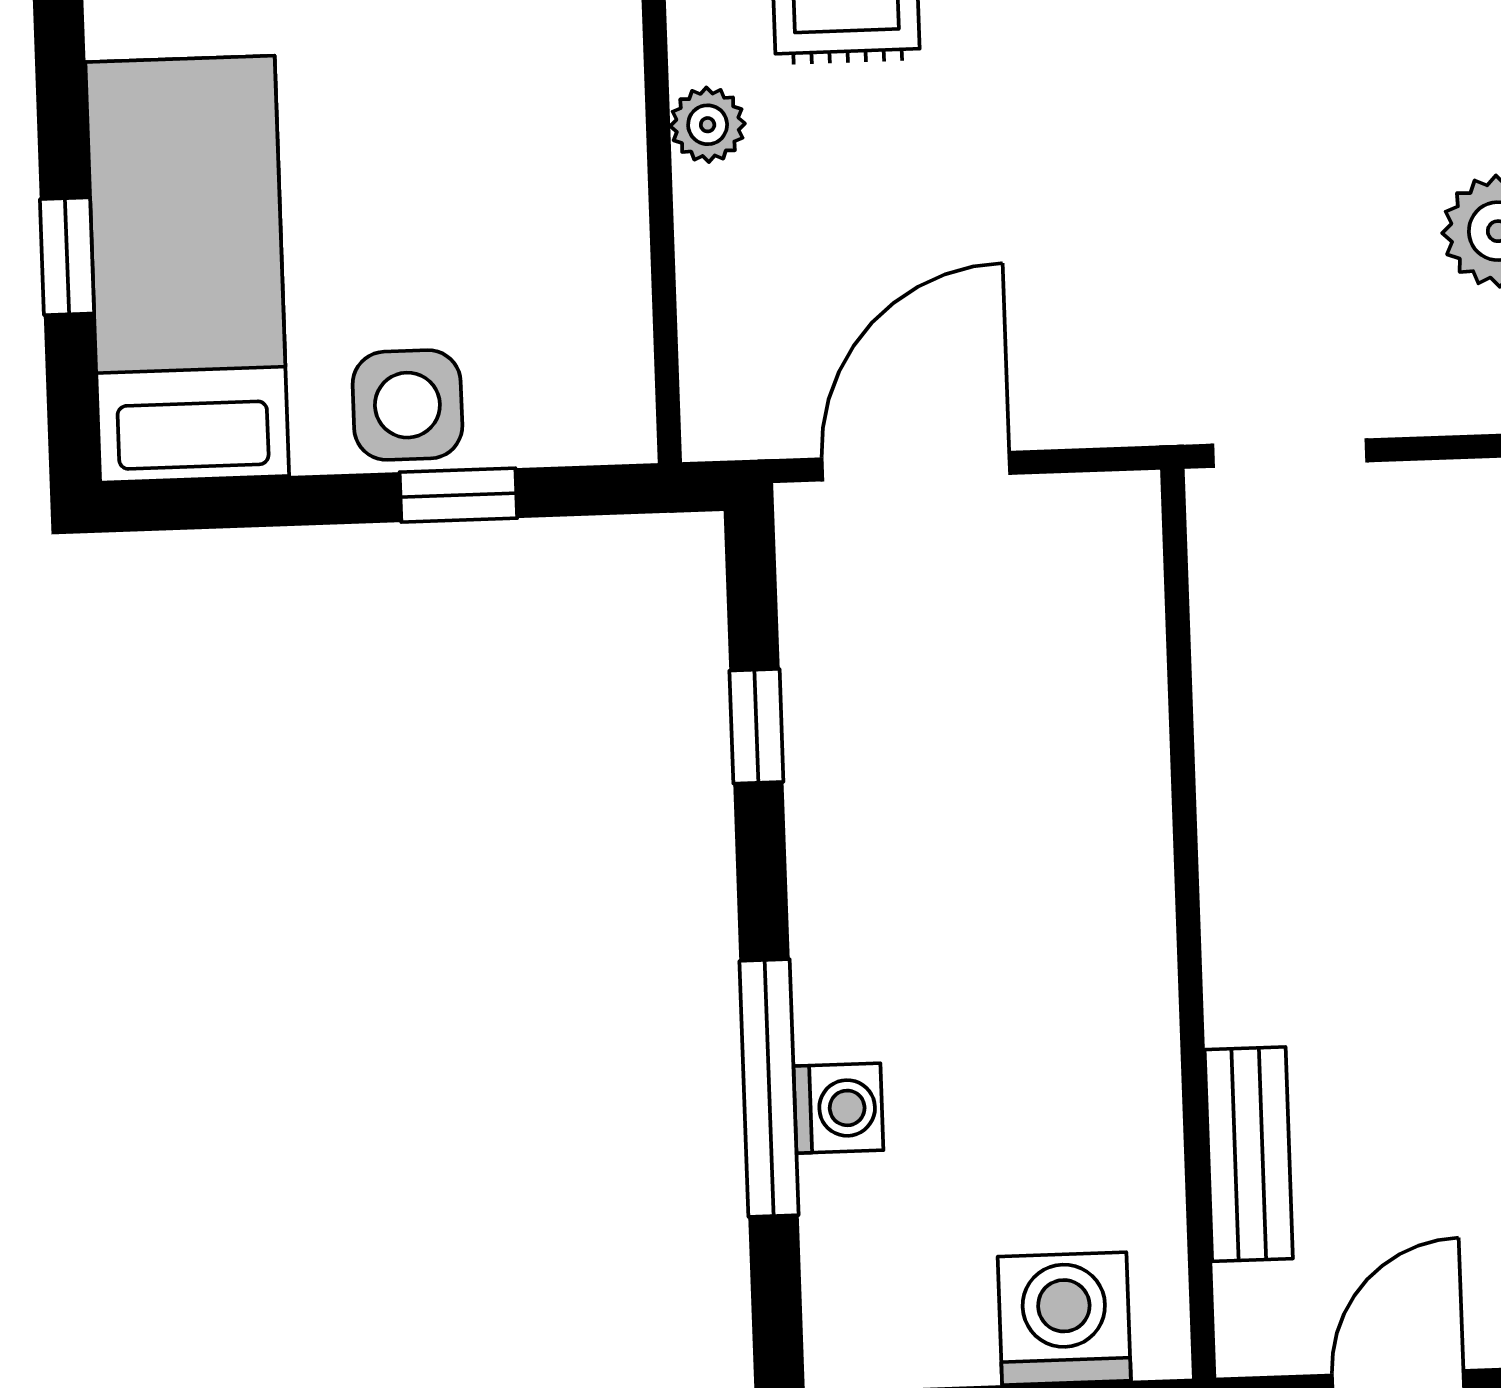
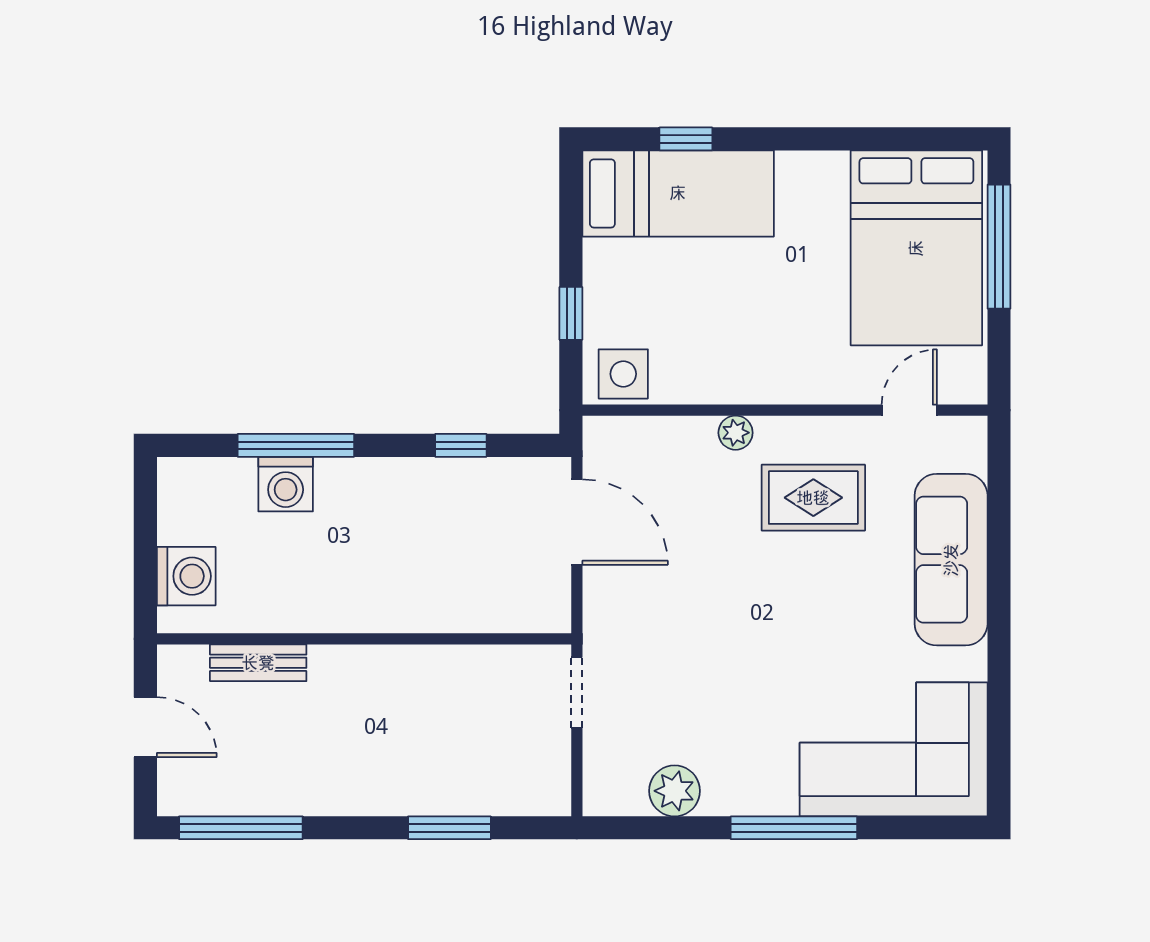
side table: (407, 405) -> (623, 374), moved
washing machine: (838, 1108) -> (286, 484), width x1.38, depth x1.38

